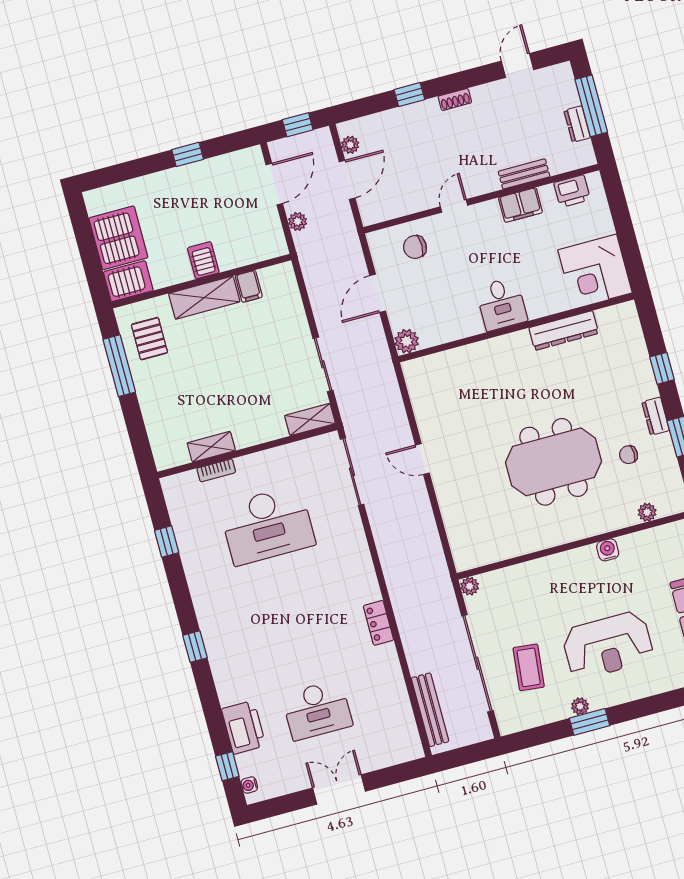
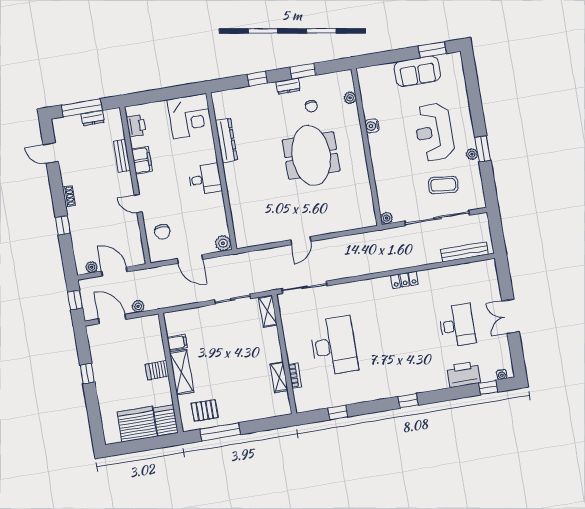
reception desk: (608, 645) -> (434, 132), turned 180

